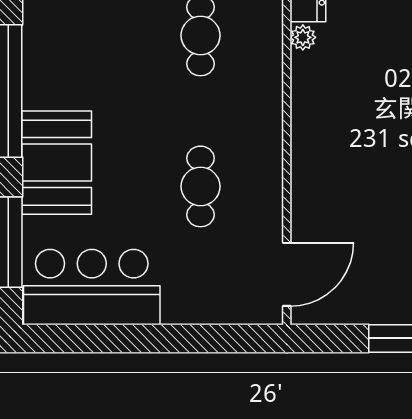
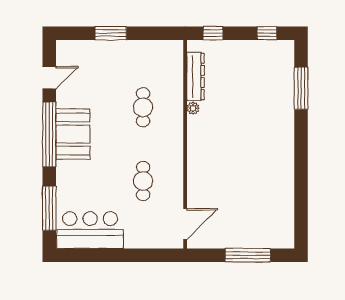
booth: (57, 163) -> (73, 134), moved

